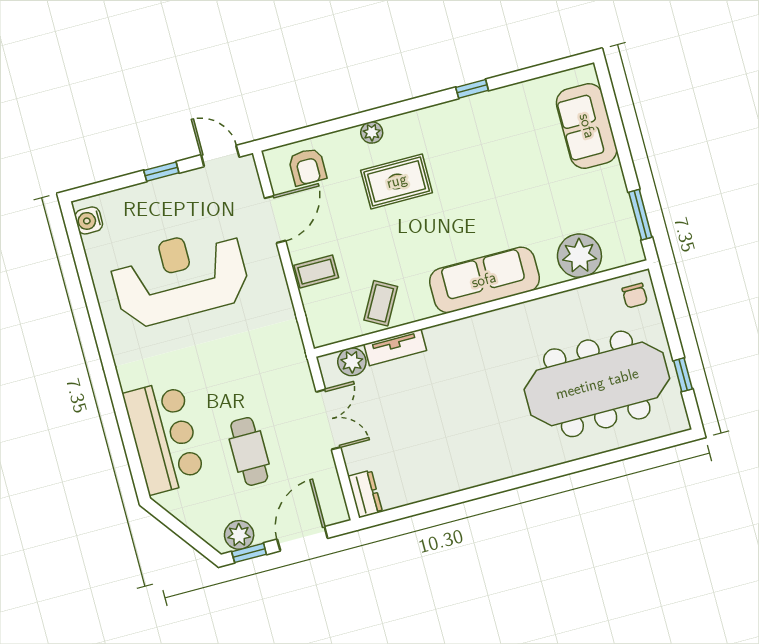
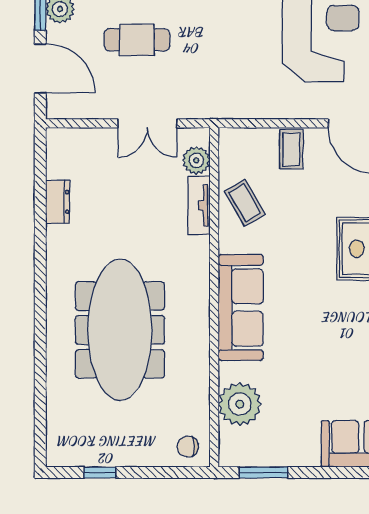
coffee table: (381, 303) -> (245, 203), turned 31
meeting table: (597, 384) -> (120, 330), moved
dresser: (365, 494) -> (58, 202), moved, turned -90

